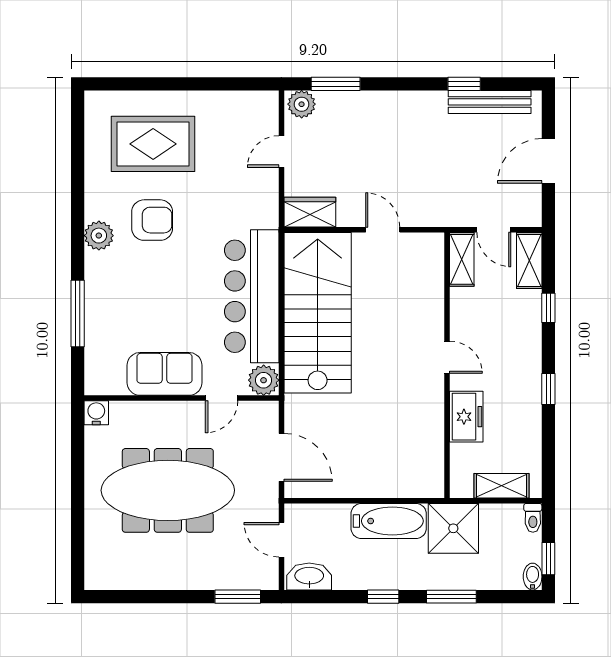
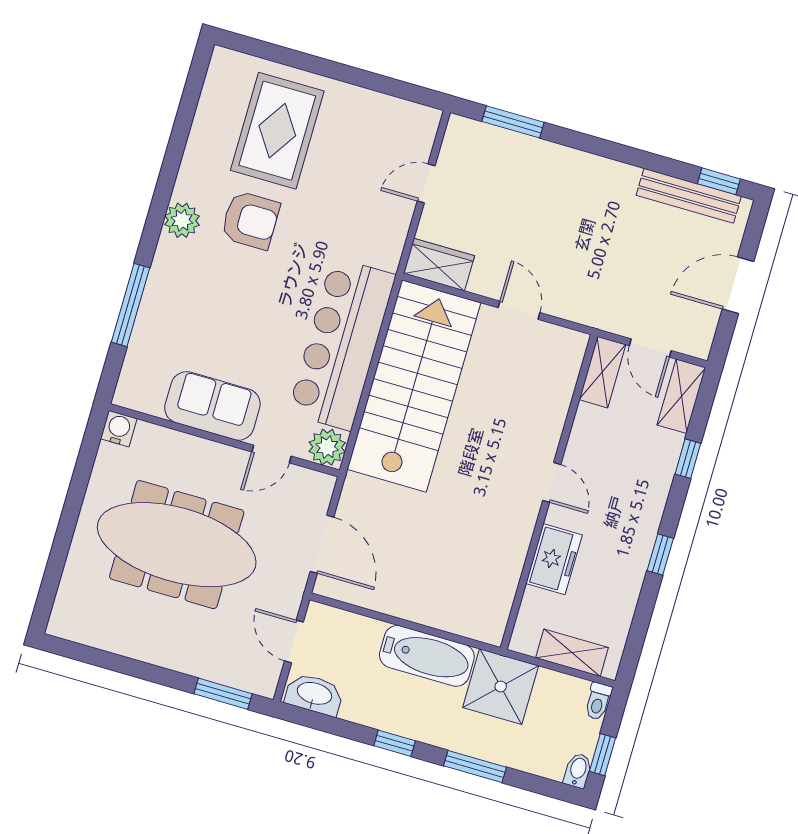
window: (464, 84) -> (719, 181), moved
plant: (302, 104) -> (466, 134), removed
rug: (153, 144) -> (277, 131), turned 90

